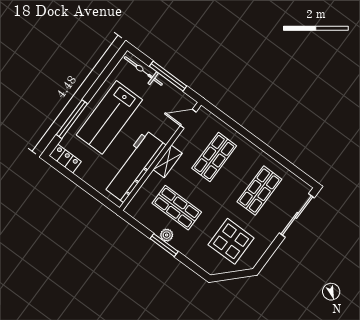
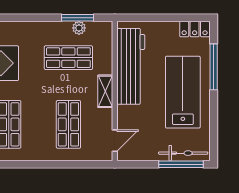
window: (168, 76) -> (181, 164), moved
plant: (167, 235) -> (79, 28), moved
window: (164, 245) -> (78, 18), moved

